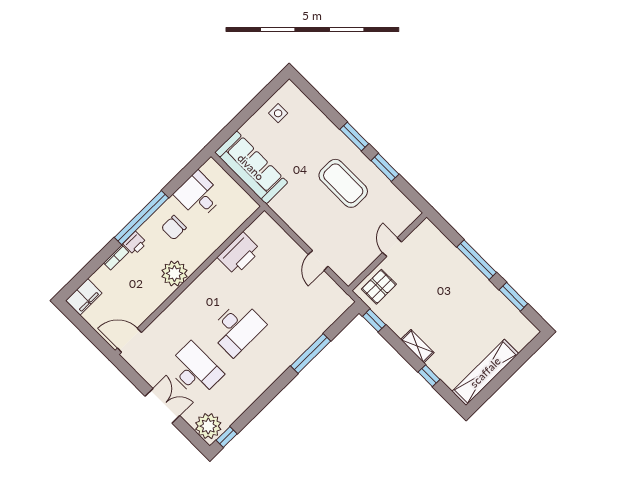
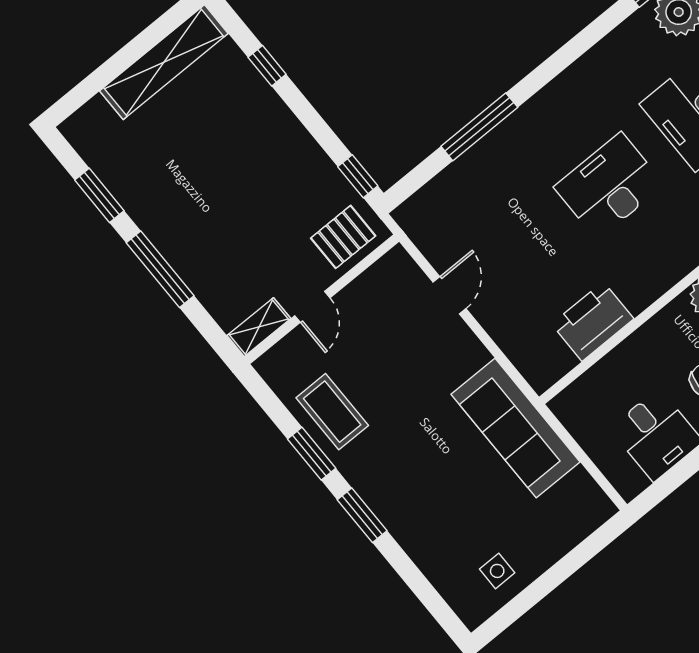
sofa: (251, 167) -> (516, 428), moved
coffee table: (343, 183) -> (332, 412), moved, width x0.73, depth x0.76
shelving: (417, 346) -> (259, 327), moved, turned 90

